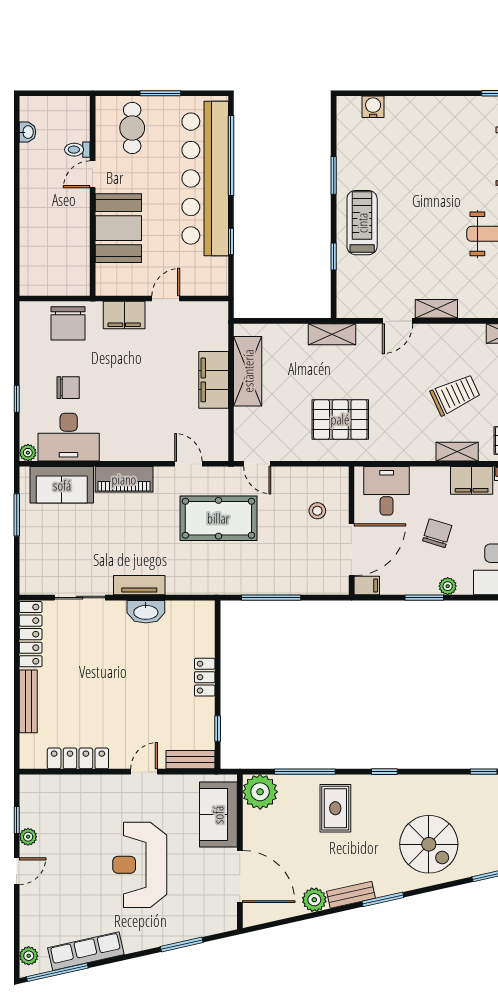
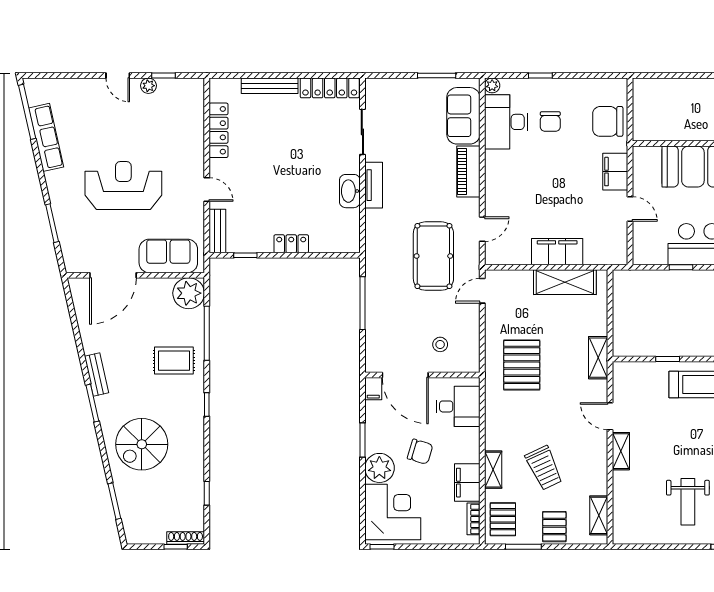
plant: (448, 586) -> (379, 468), width x1.88, depth x1.88
plant: (314, 900) -> (92, 342), removed
plant: (29, 956) -> (42, 86), removed

